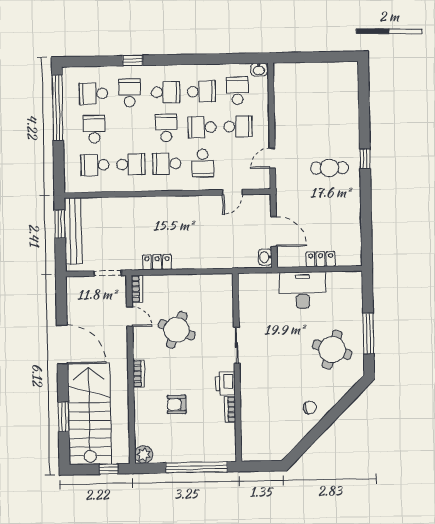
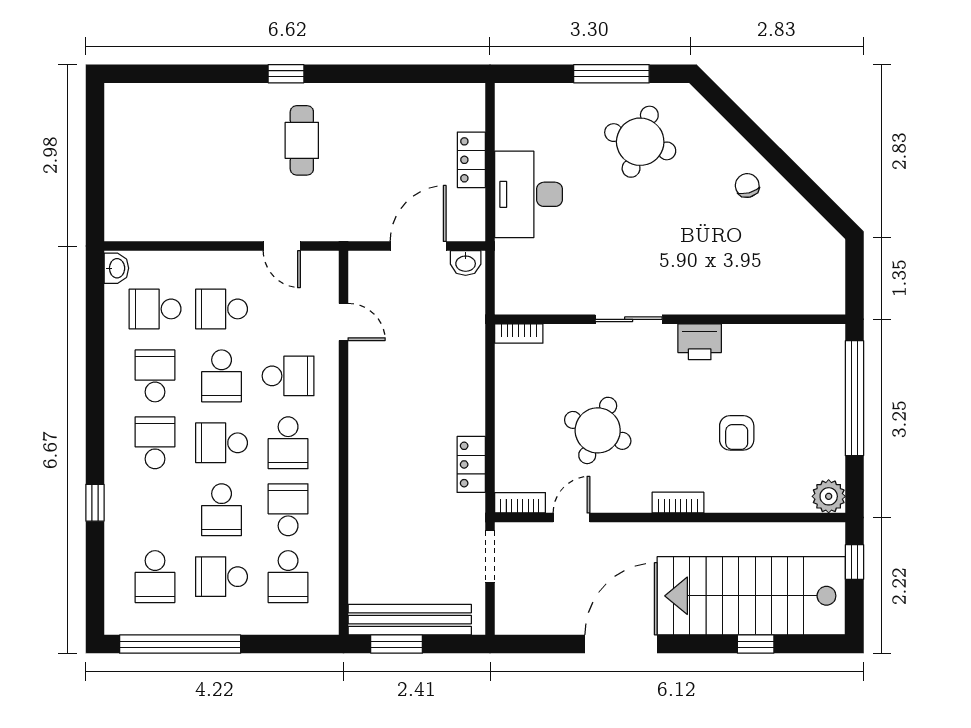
school desk: (130, 93) -> (222, 510), moved, turned -90
school desk: (238, 127) -> (222, 309), turned -90
bookcase: (230, 409) -> (519, 334), moved
window: (64, 417) -> (756, 644), width x0.67

